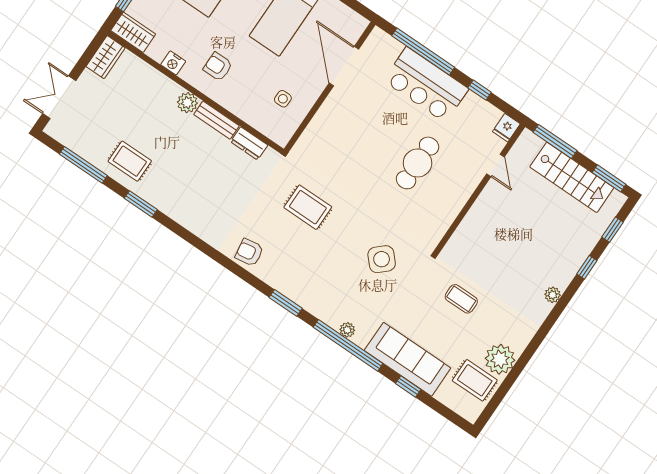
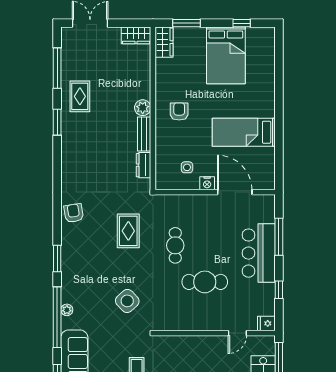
window: (423, 52) -> (279, 237), width x0.68
nightstand: (173, 63) -> (207, 183), moved, turned -90
door: (344, 66) -> (235, 192), hinge flipped
cafe table: (357, 168) -> (175, 245), added

